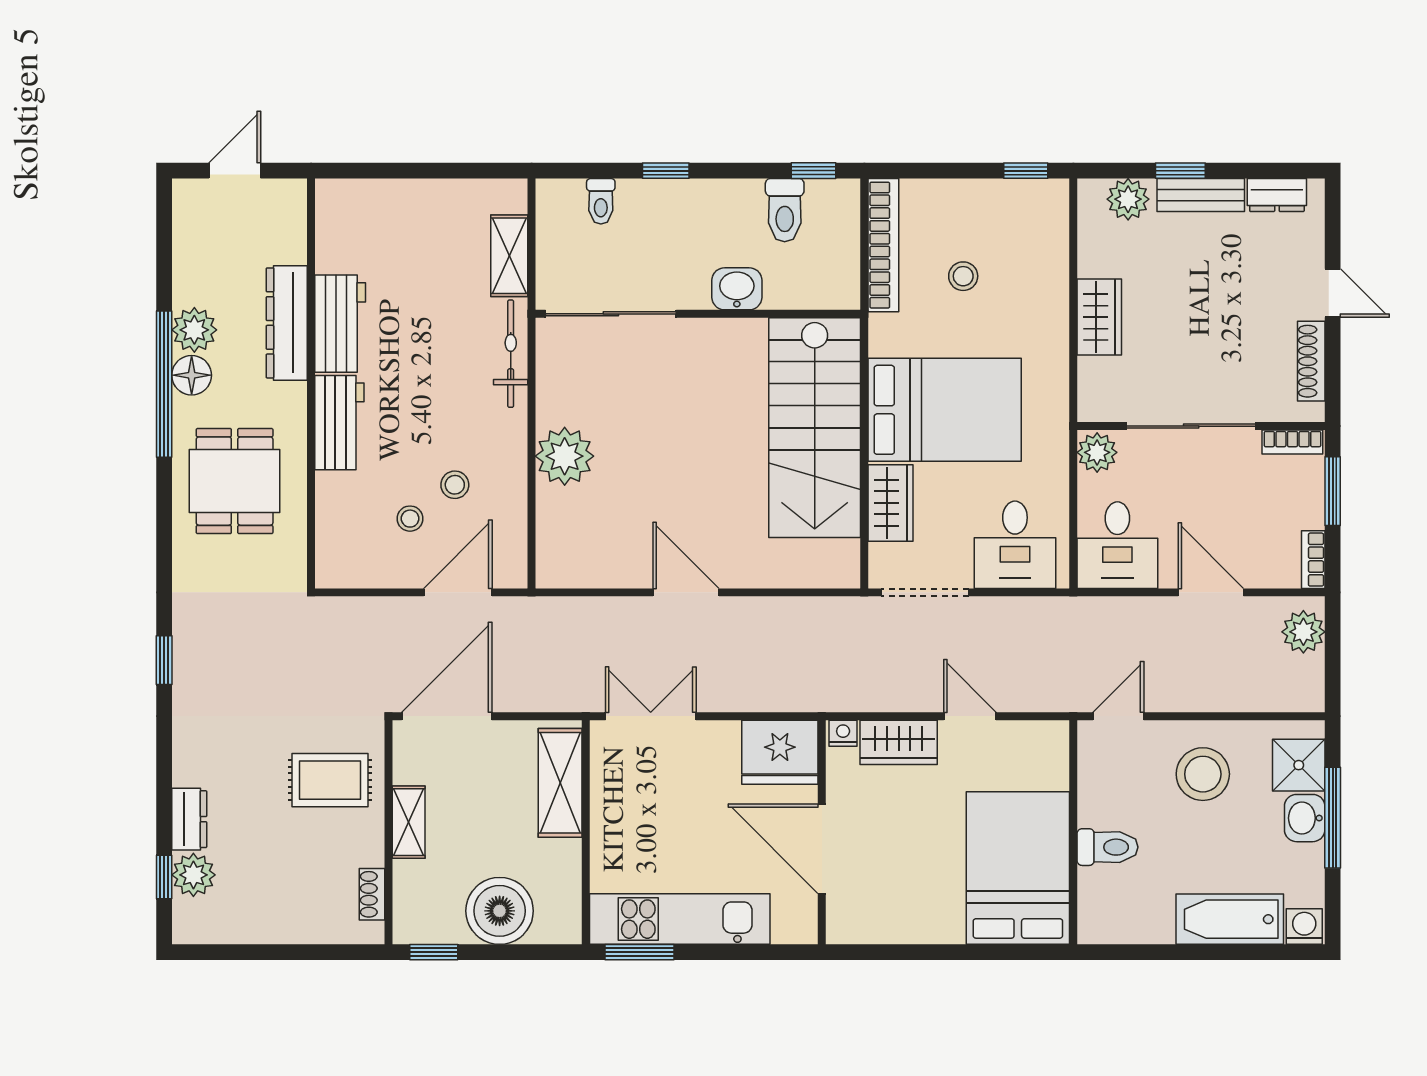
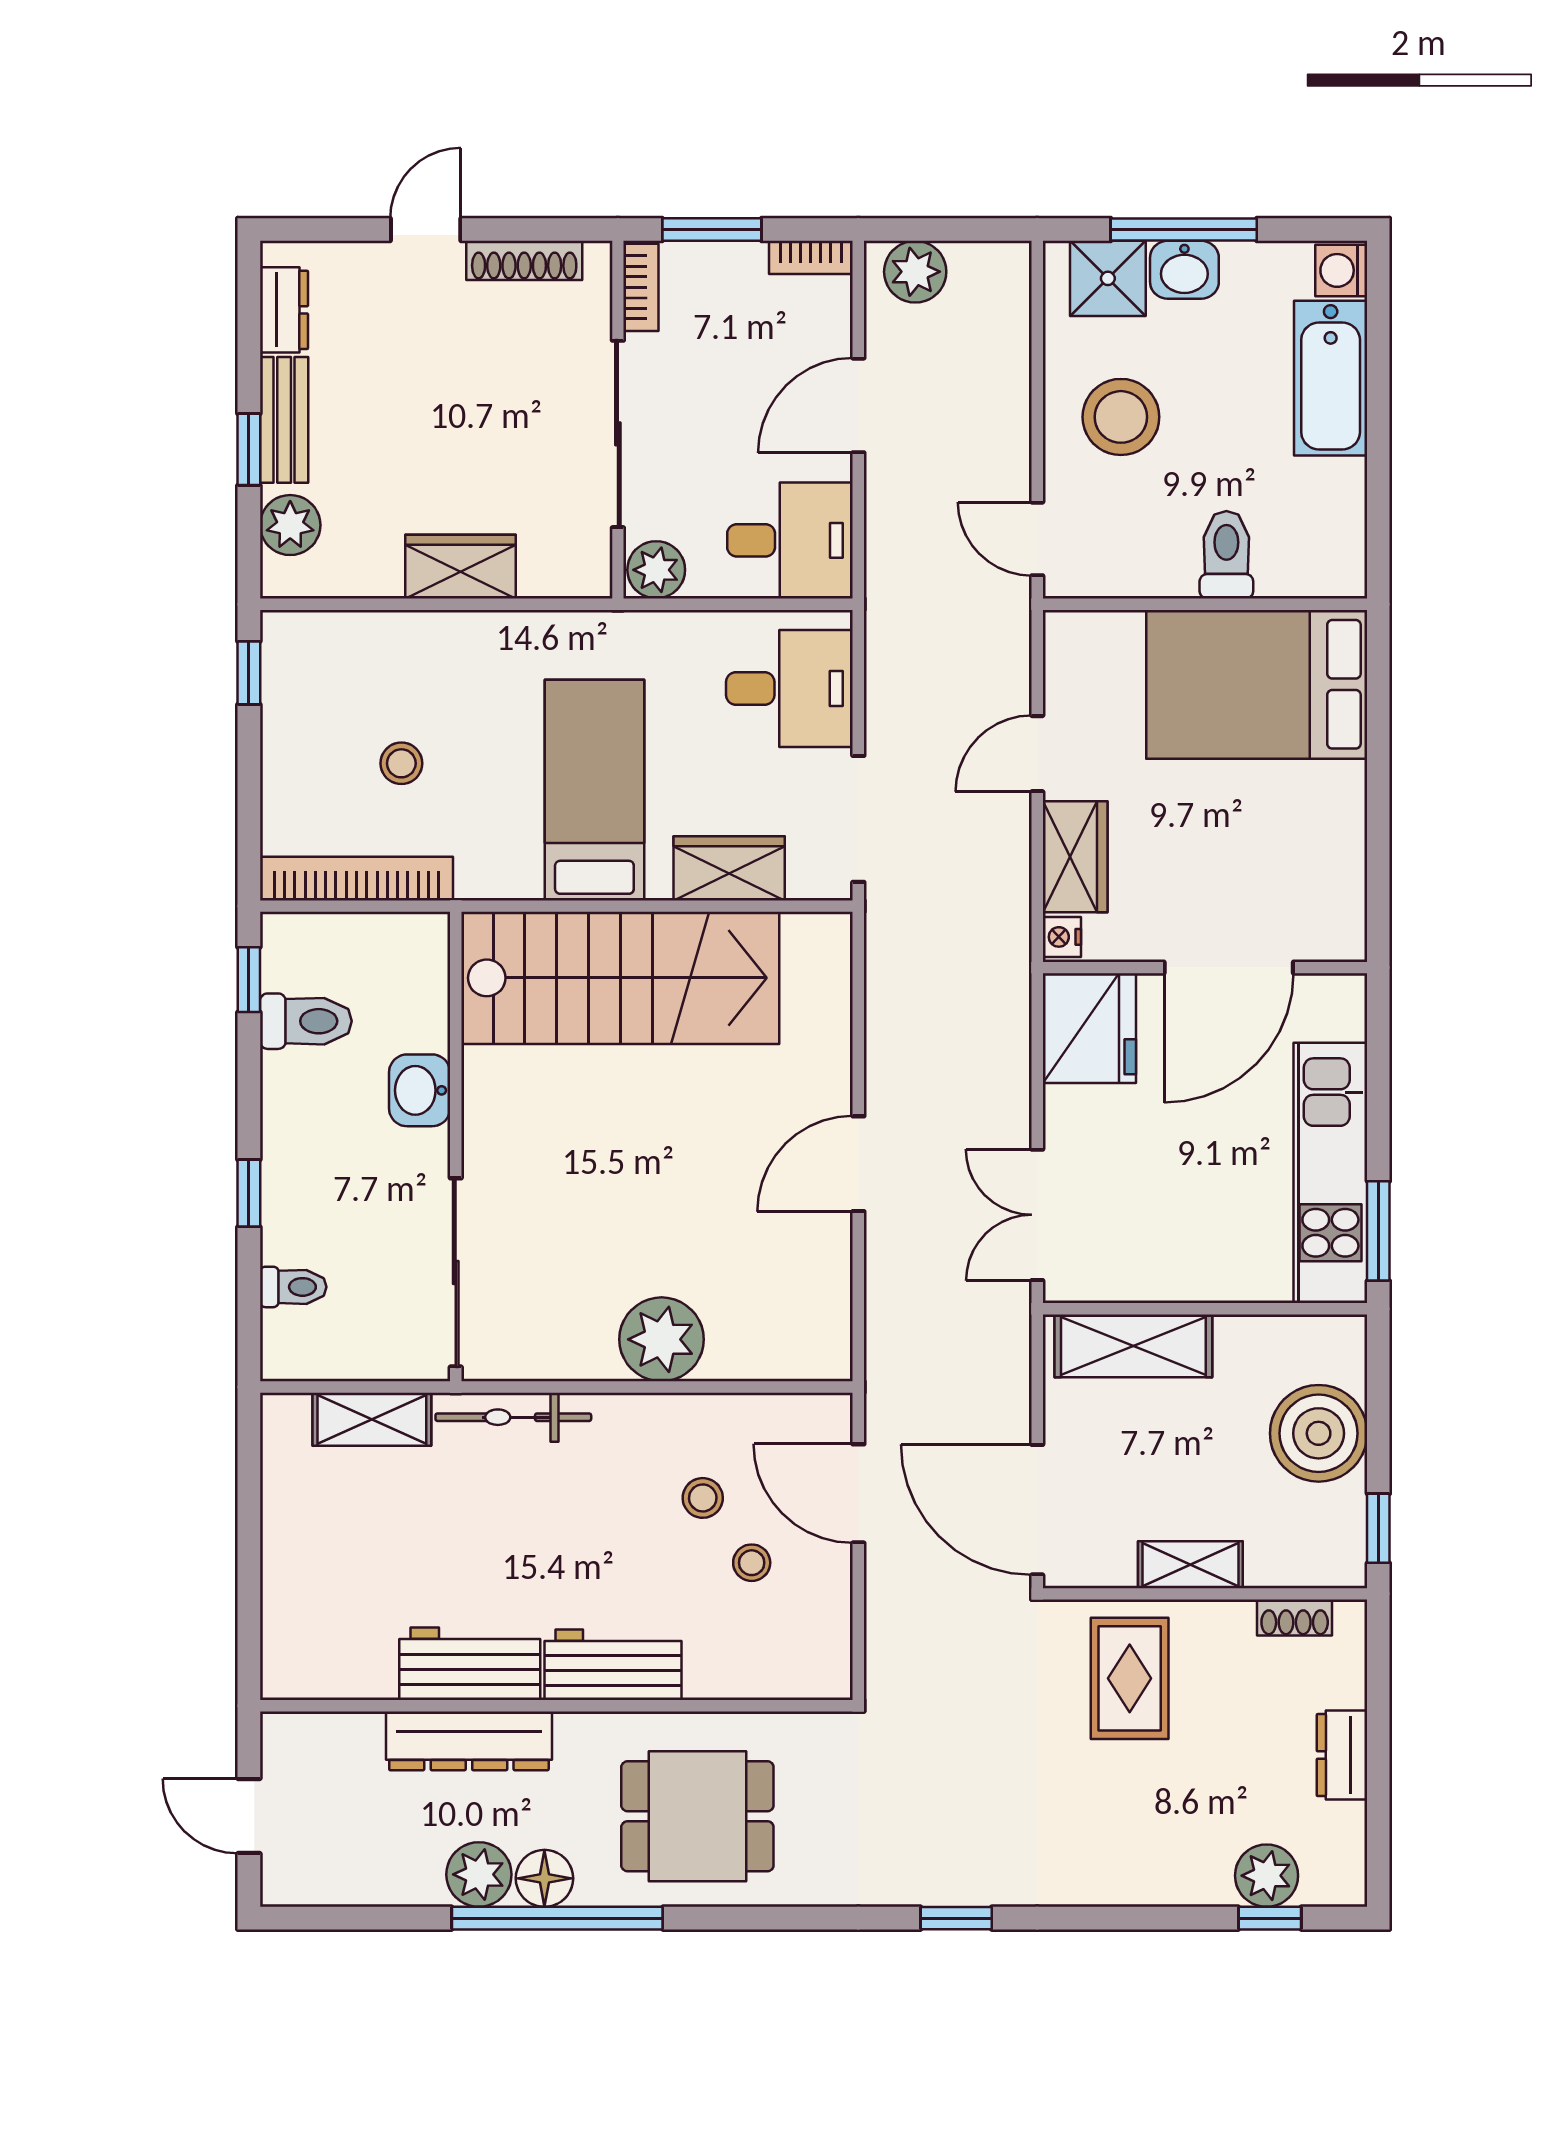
bed: (945, 410) -> (594, 790), width x0.67
dresser: (189, 819) -> (1342, 1755), moved, turned -90

